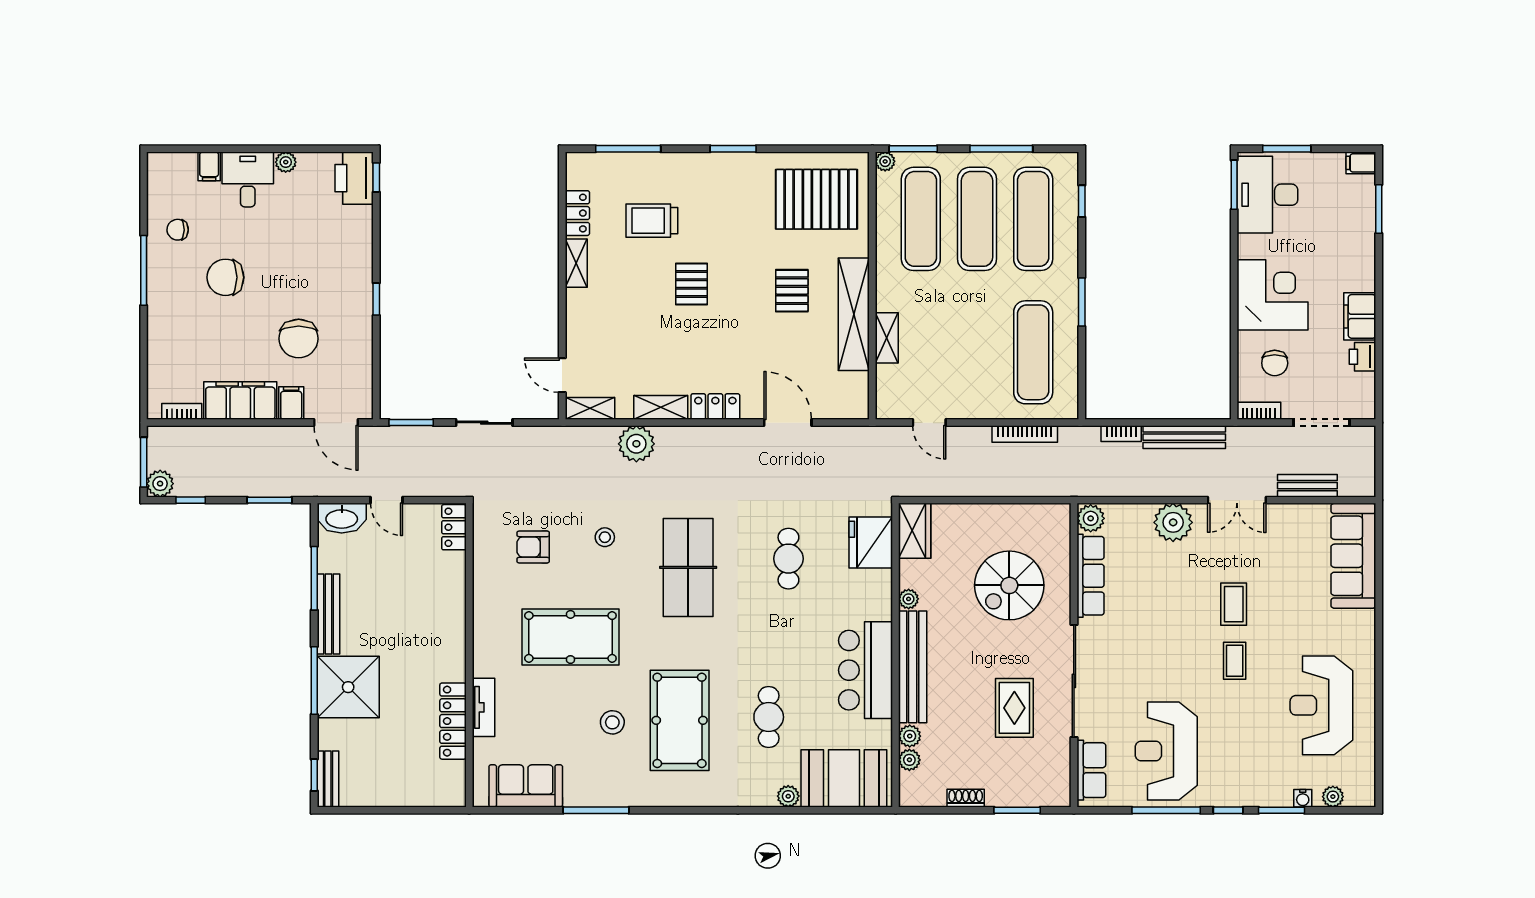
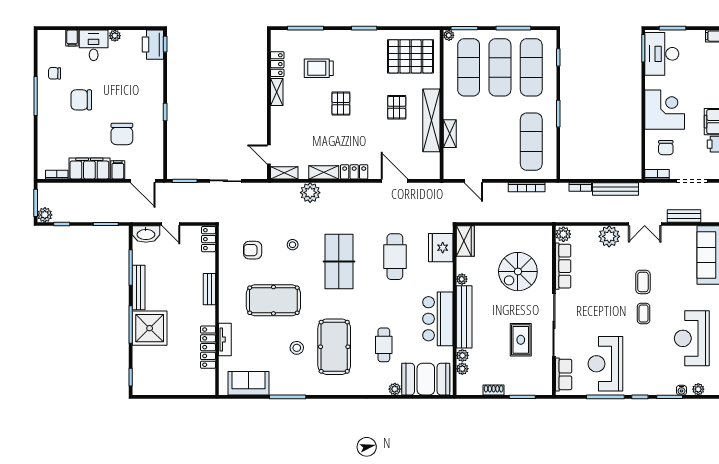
cafe table: (788, 559) -> (395, 257), width x1.37, depth x1.35
bench: (328, 779) -> (209, 289), moved

